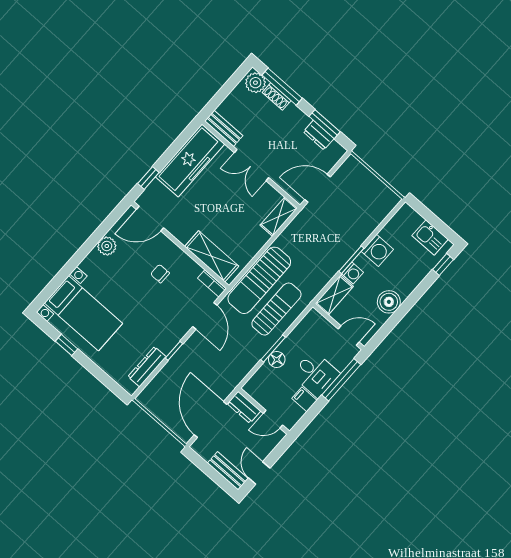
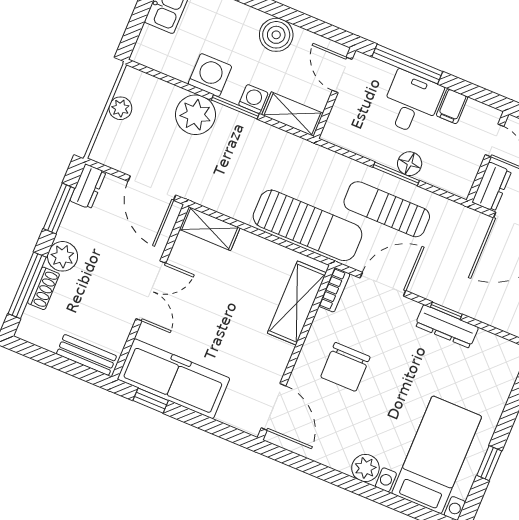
plant: (255, 83) -> (63, 256), moved
bench: (224, 128) -> (86, 355), moved, turned 90
dresser: (319, 135) -> (88, 186), moved
window: (148, 178) -> (151, 401), moved
plant: (376, 186) -> (120, 108), added
plant: (355, 232) -> (196, 115), added
plant: (107, 246) -> (365, 468), moved
chair: (160, 274) -> (345, 367), width x1.87, depth x1.87
sun lounger: (276, 309) -> (387, 209), moved
dresser: (147, 367) -> (447, 326), moved

